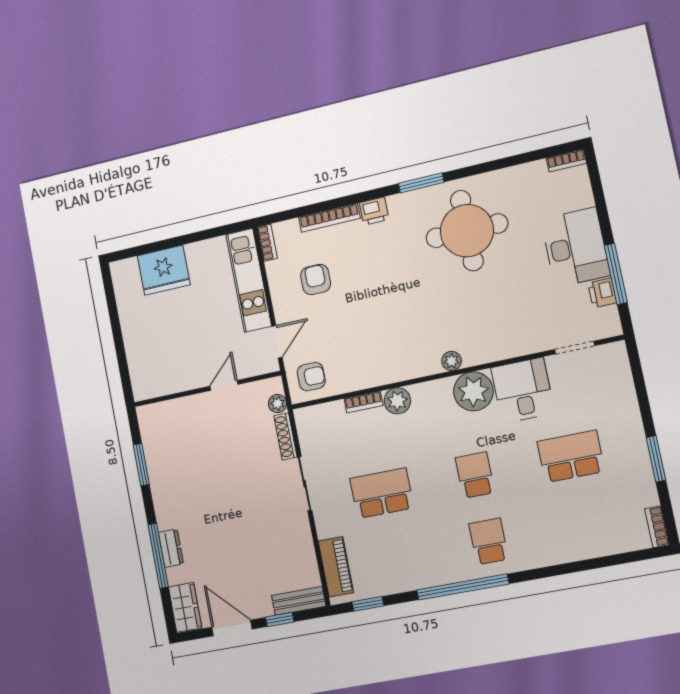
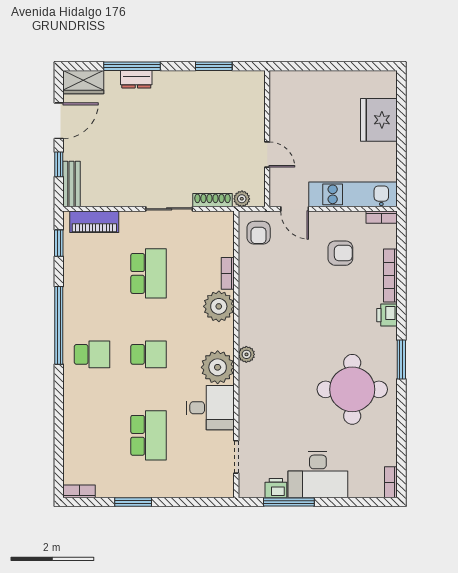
plant: (397, 401) -> (219, 306), width x1.36, depth x1.36

